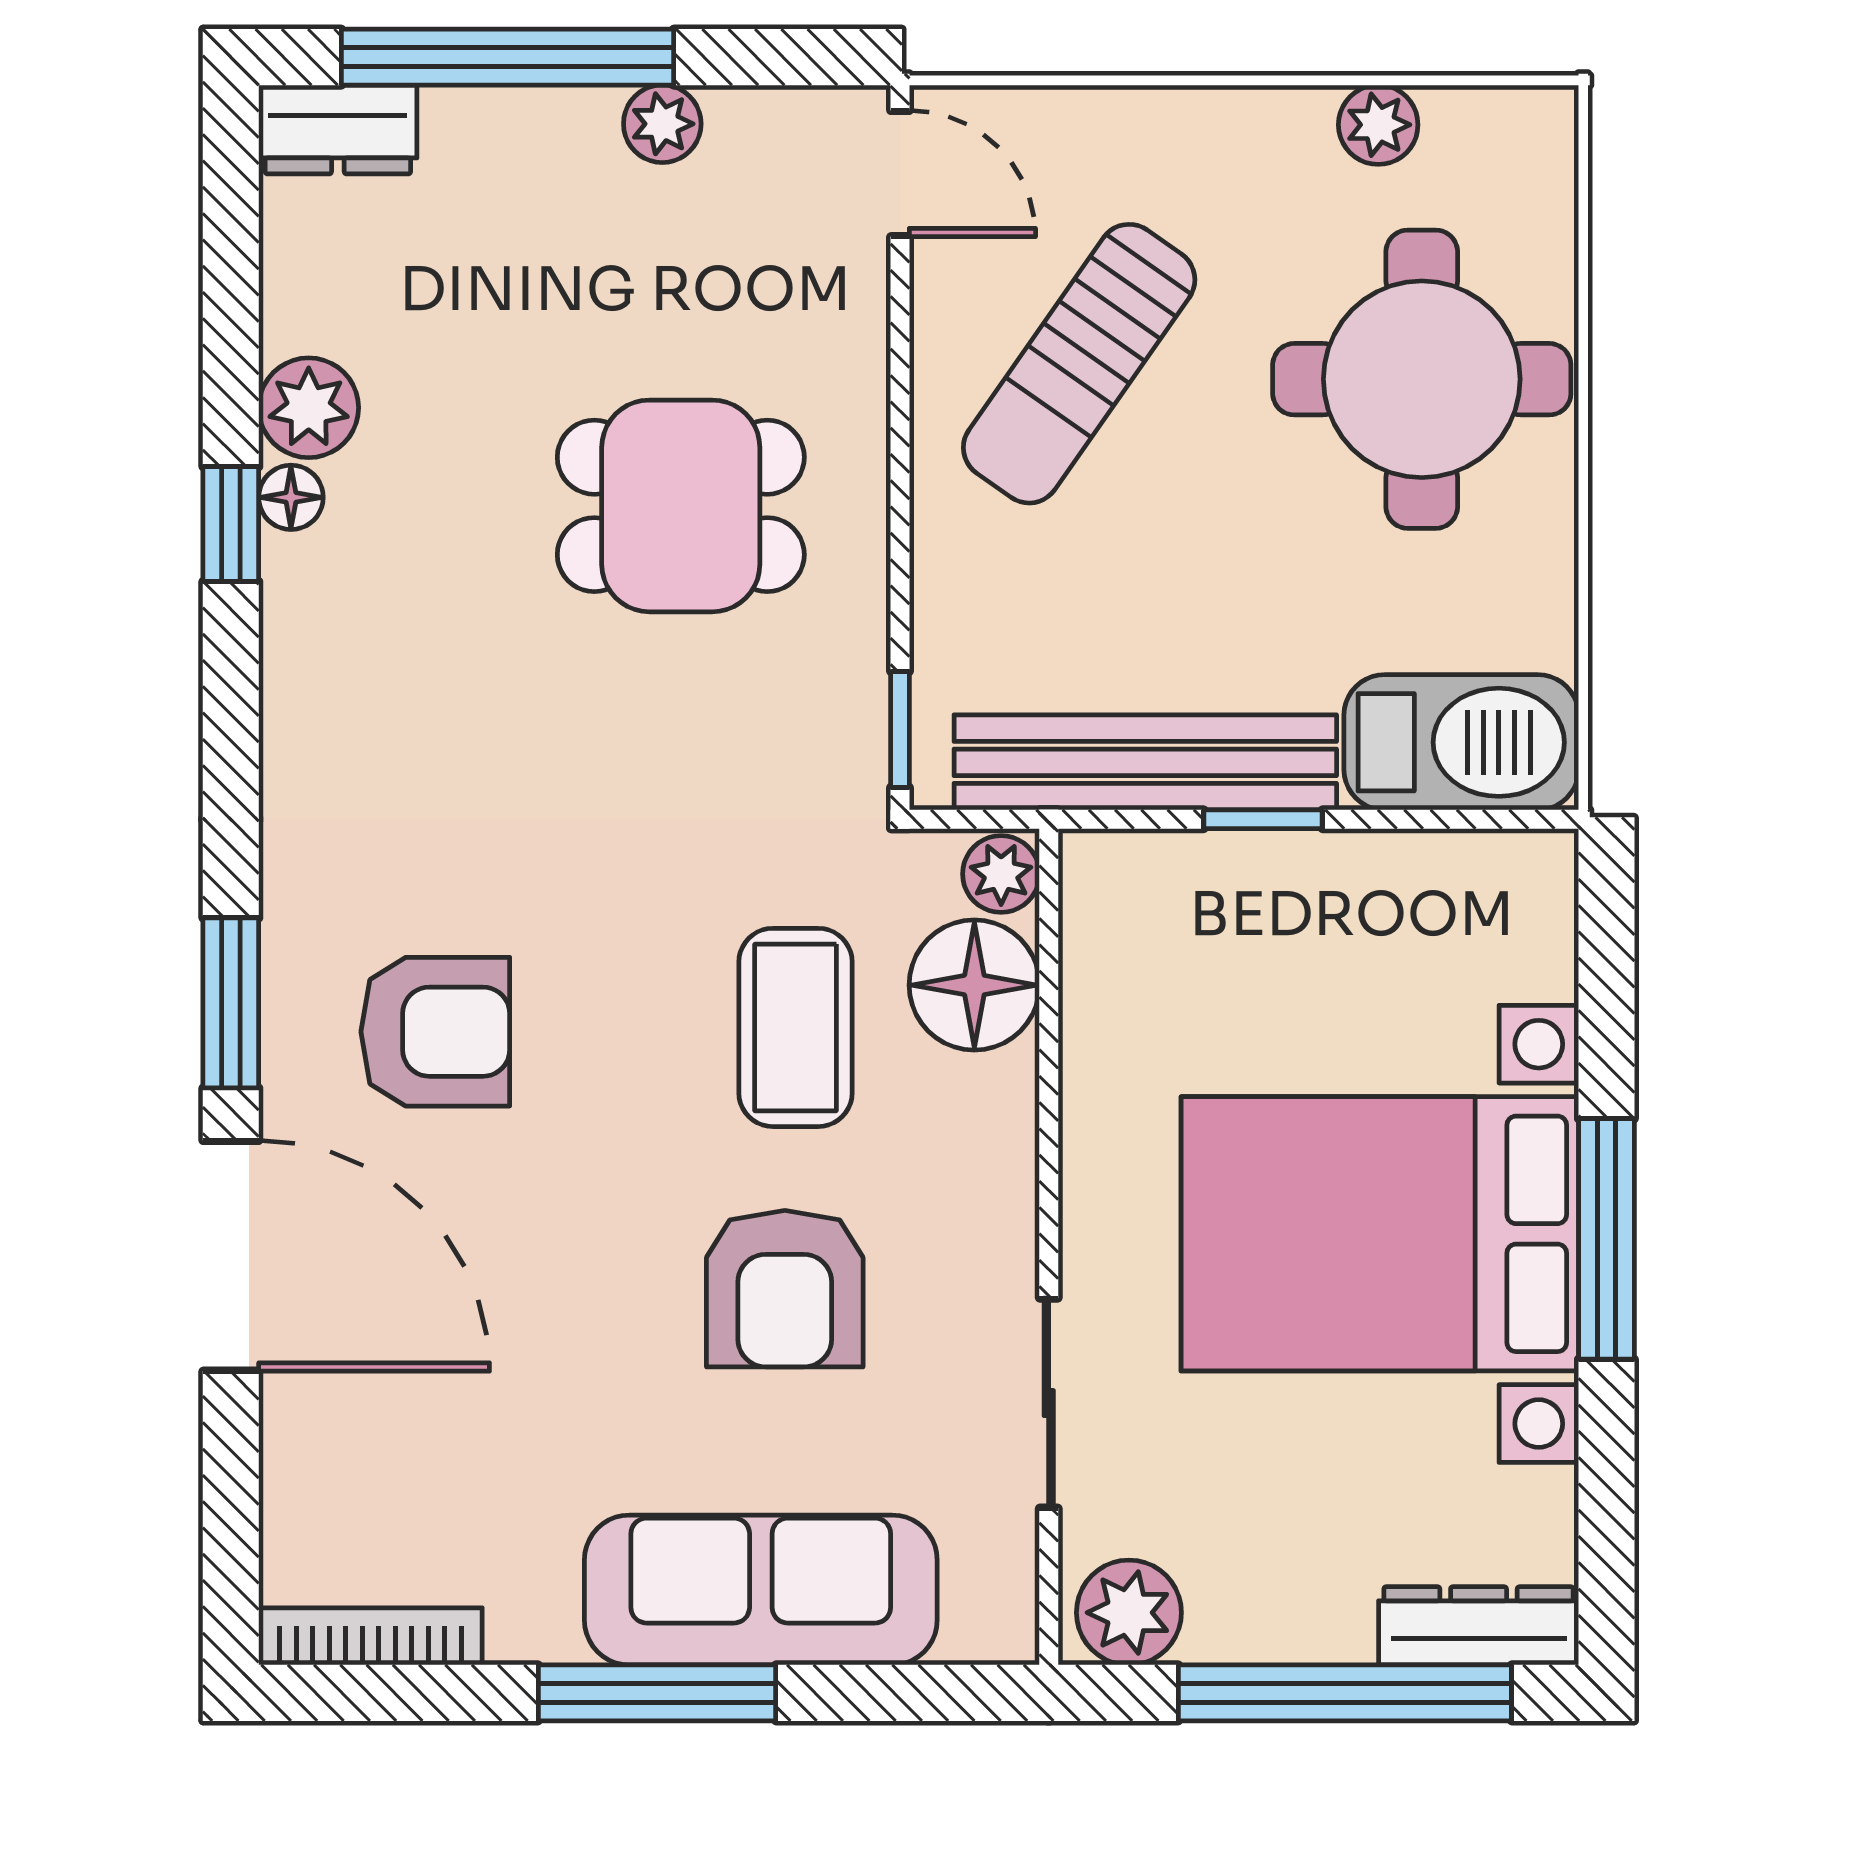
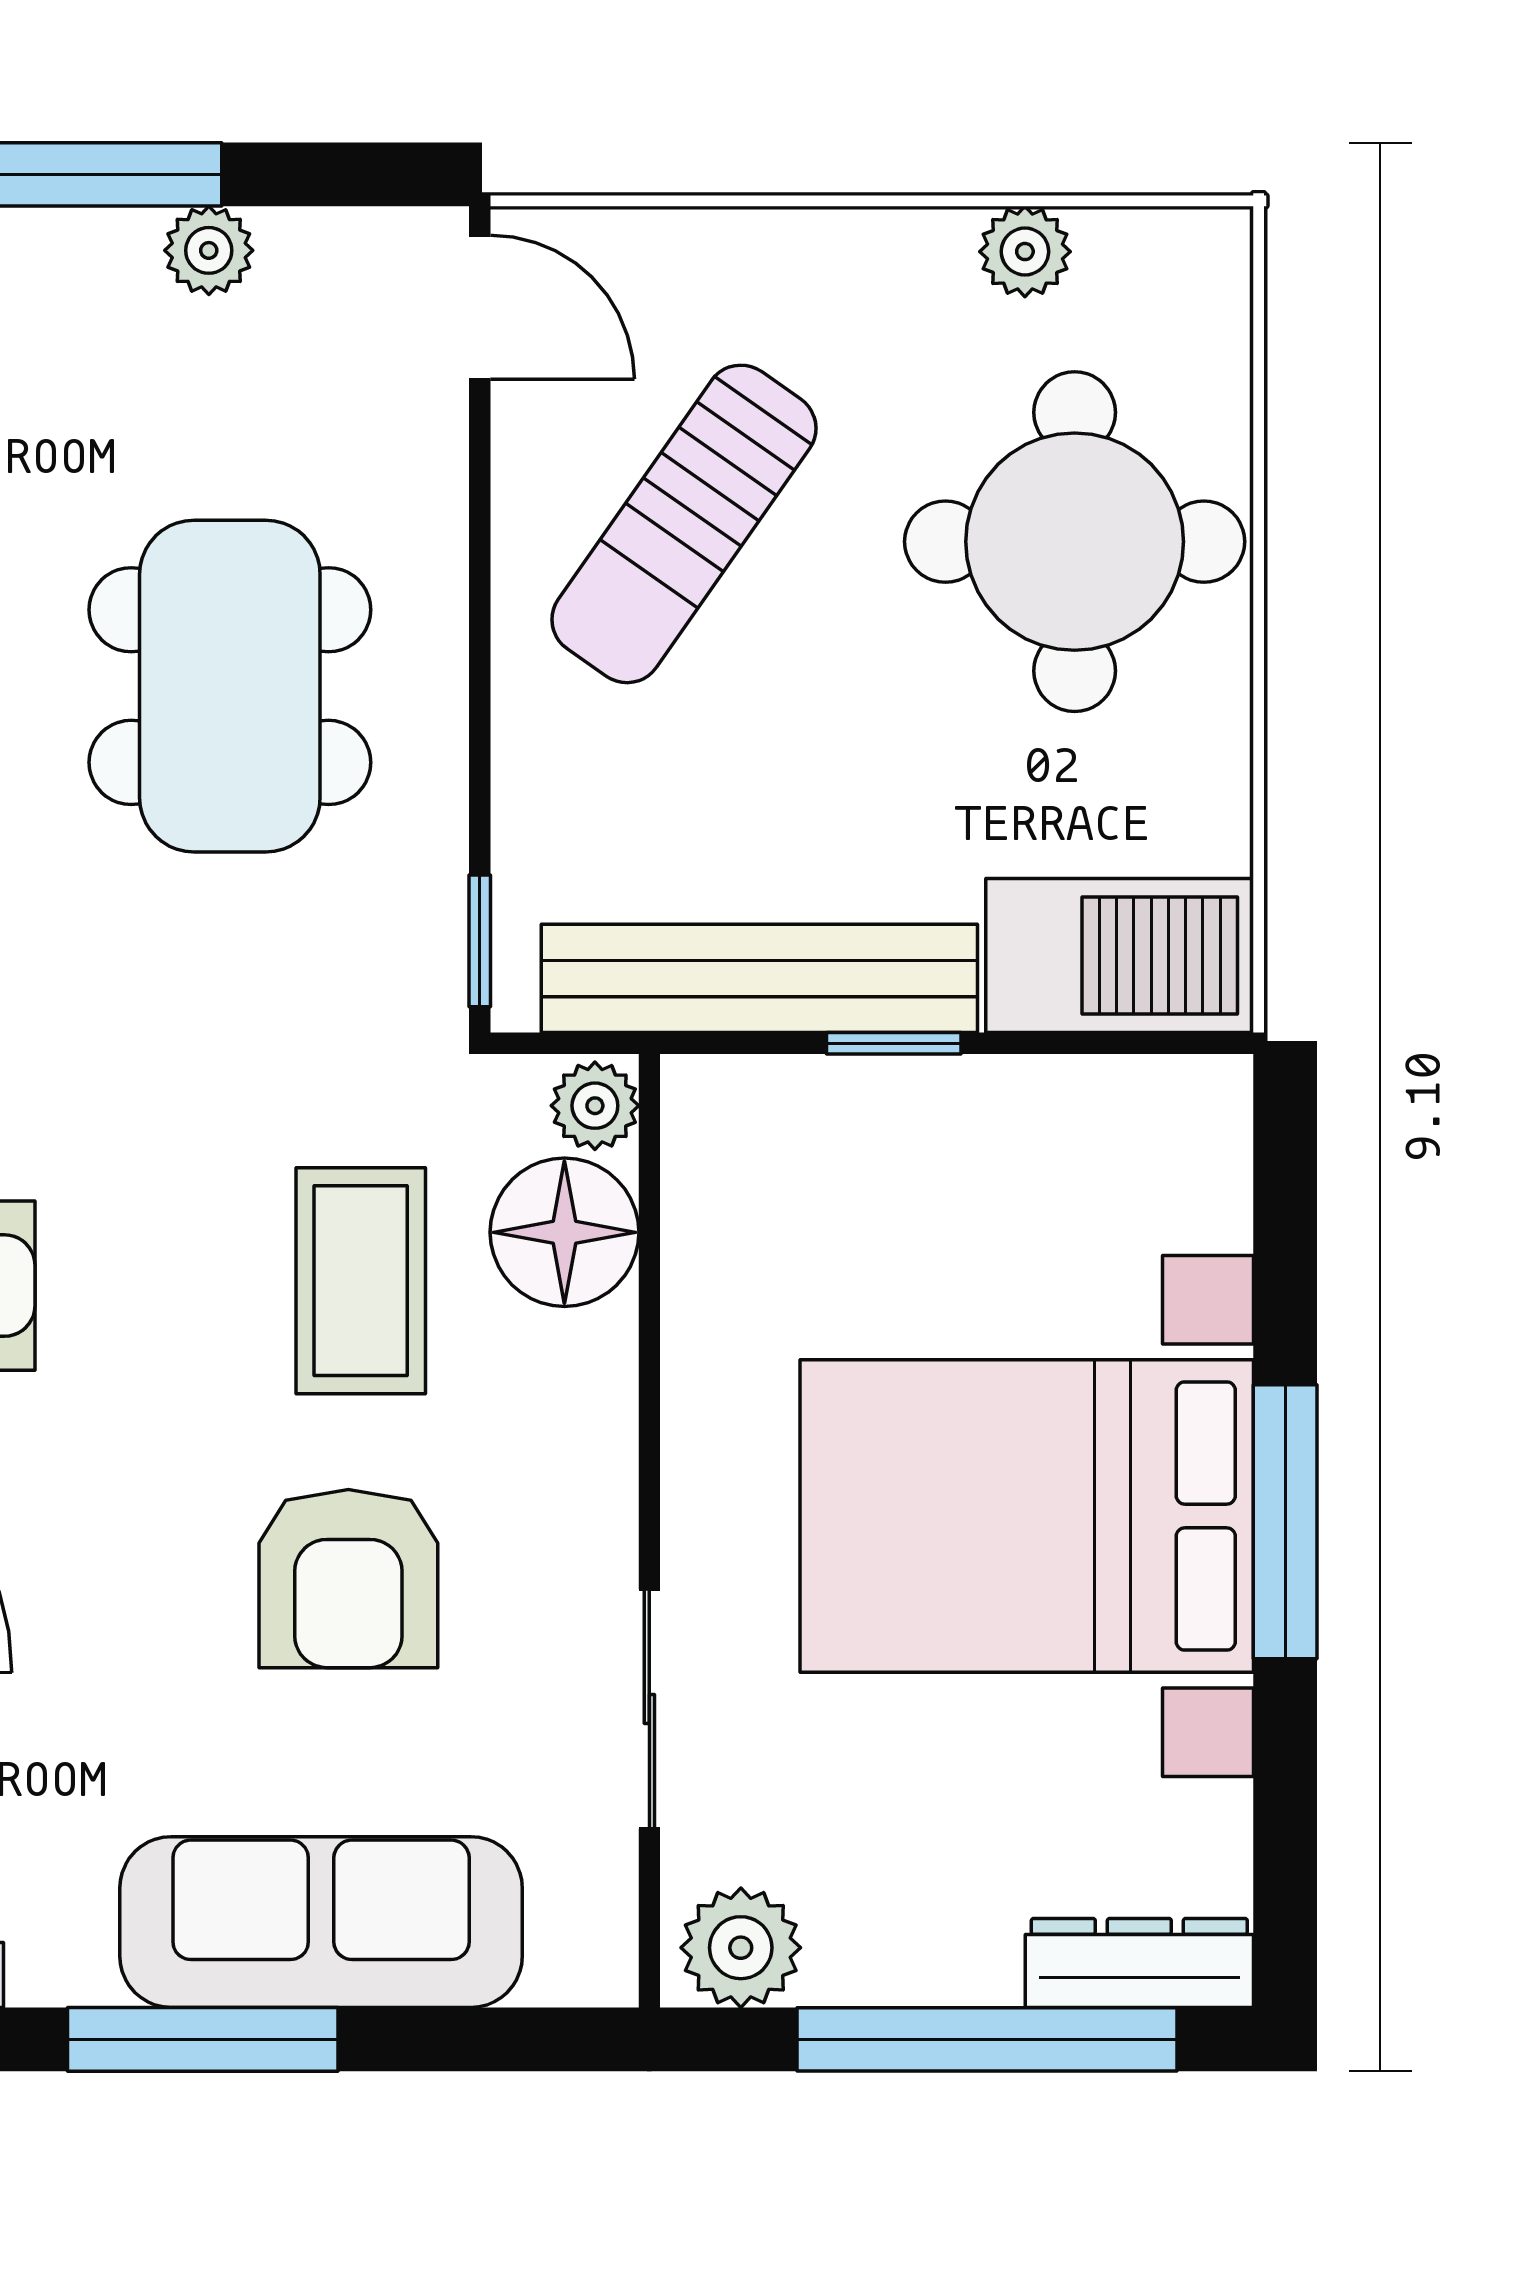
dining table: (681, 506) -> (230, 686), width x1.38

